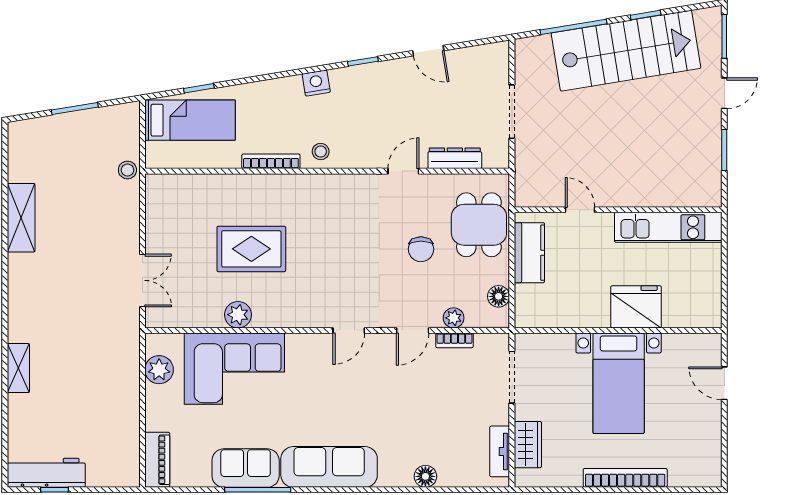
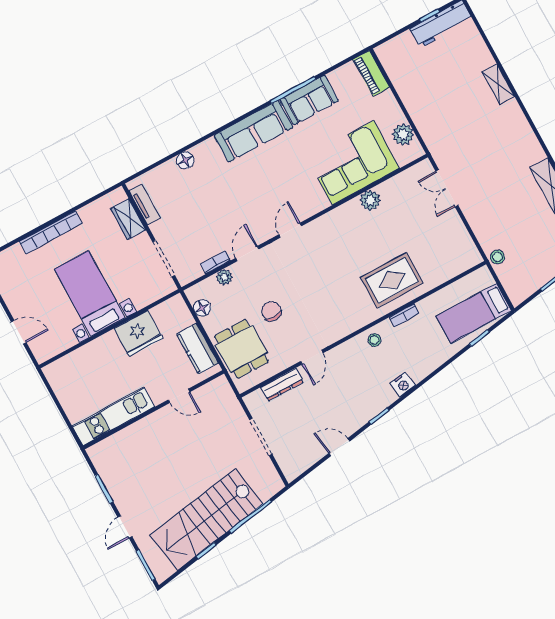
bookcase: (271, 161) -> (404, 315), width x0.64
rug: (251, 249) -> (392, 280), moved
fridge: (636, 307) -> (139, 333), moved

